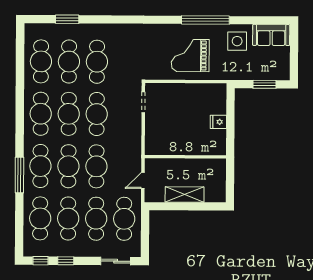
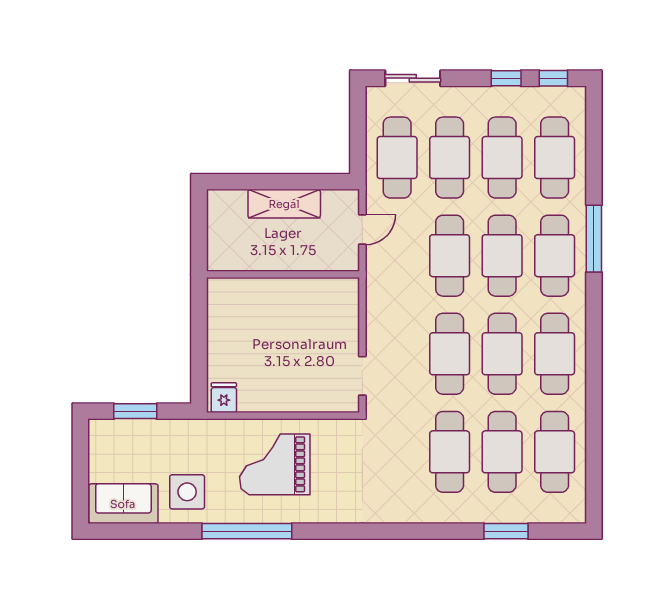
grand piano: (190, 56) -> (275, 464), turned 180
fridge: (218, 122) -> (224, 398), moved, turned -90

